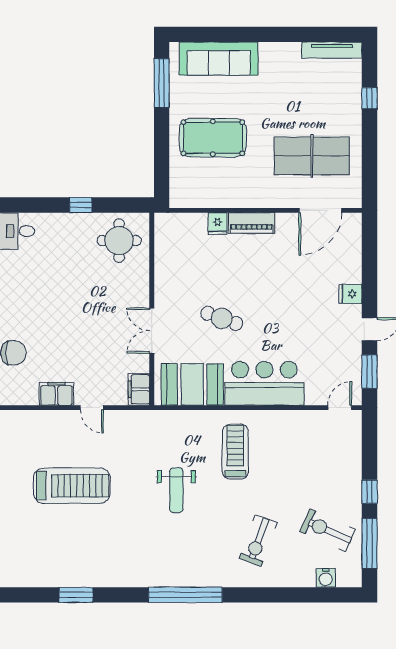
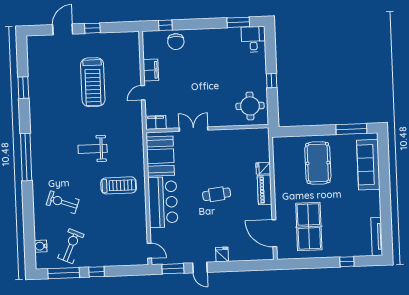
cafe table: (222, 318) -> (217, 194), moved, turned 63

